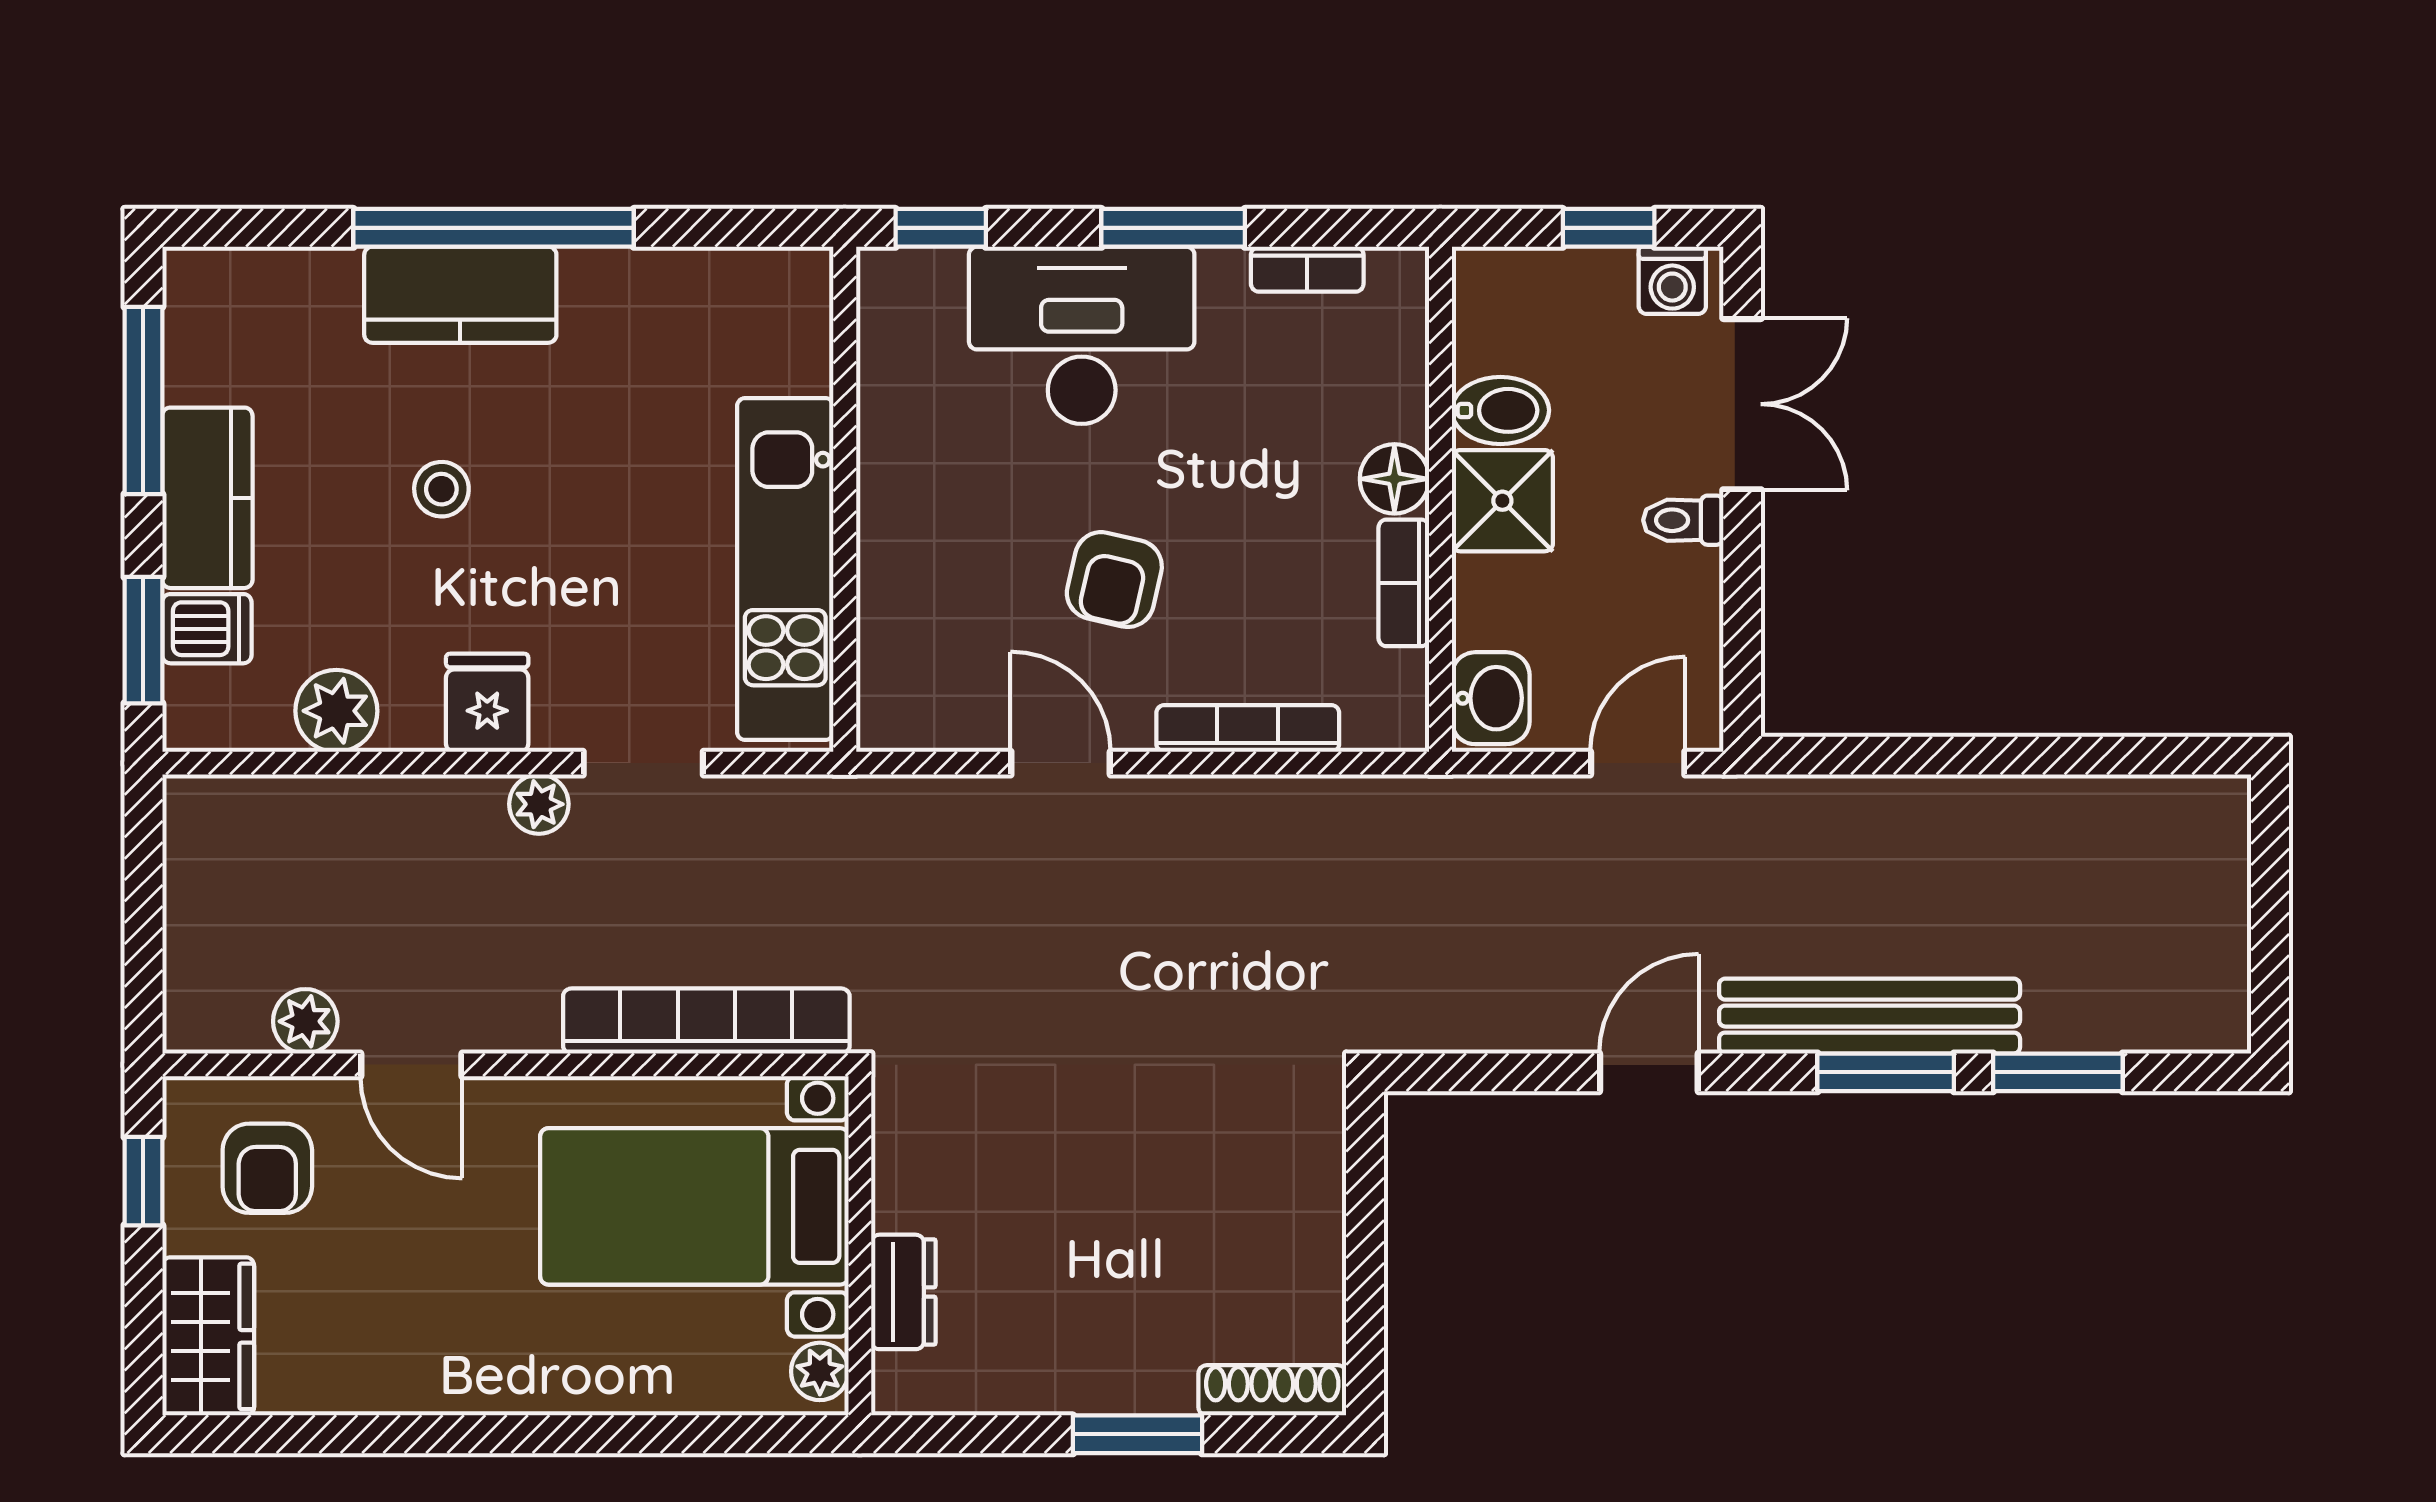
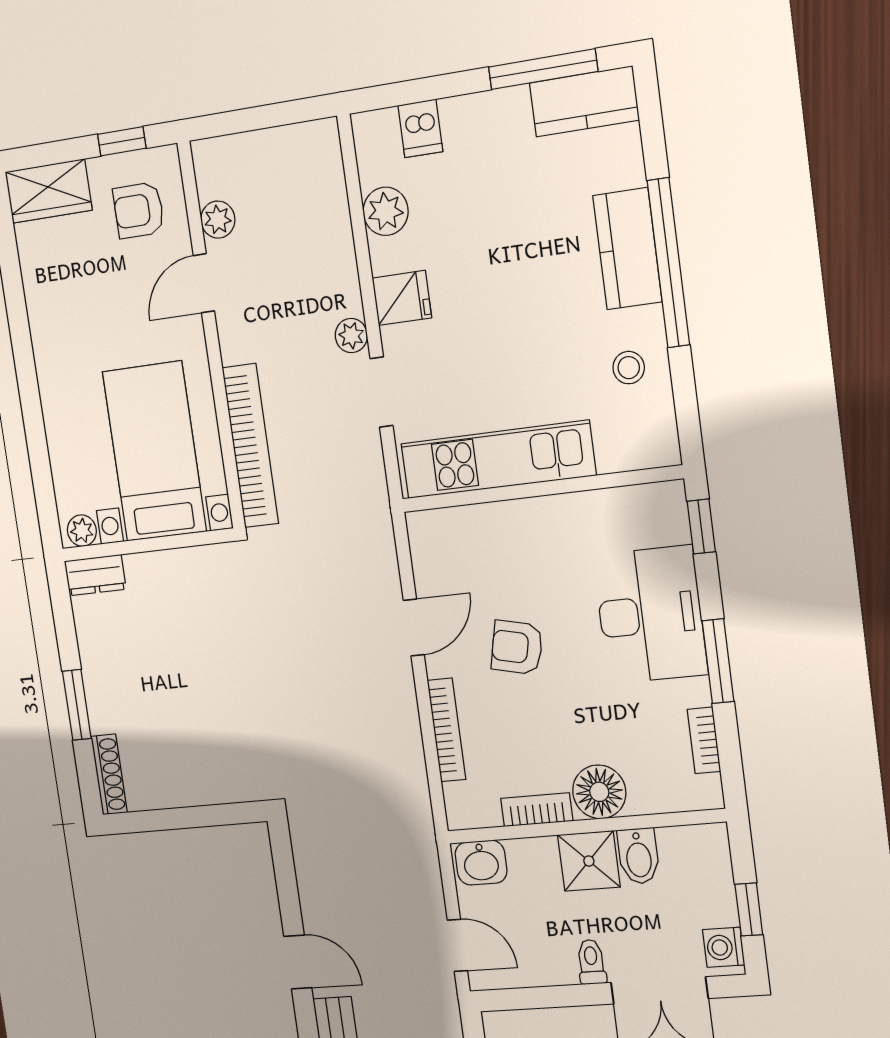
floor lamp: (1394, 479) -> (599, 792), width x1.38, depth x1.38
stool: (441, 489) -> (629, 368), moved
kitchen counter: (207, 498) -> (584, 101), moved
window: (143, 640) -> (409, 92), removed
dresser: (903, 1292) -> (95, 575), moved

